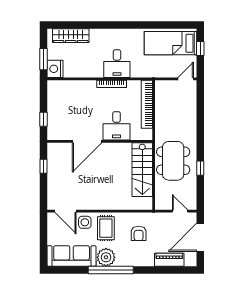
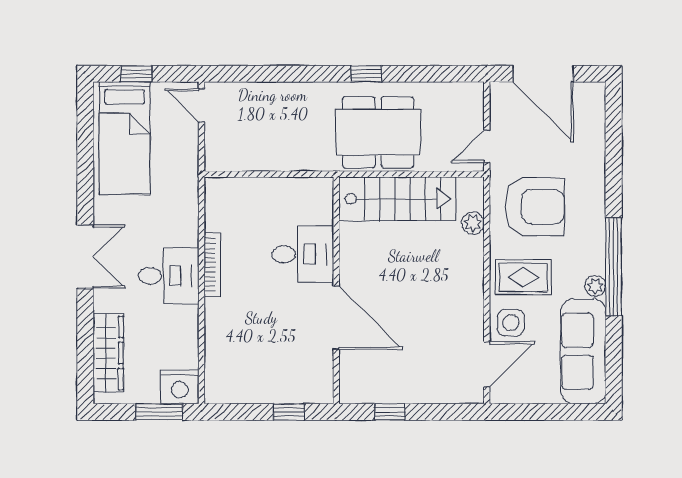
double door: (115, 25) -> (85, 257), added
desk: (117, 64) -> (169, 276), moved
bookcase: (147, 104) -> (256, 189), removed
window: (200, 168) -> (366, 74), moved
plant: (131, 205) -> (473, 223), added
door: (180, 211) -> (487, 146), moved
armchair: (139, 233) -> (535, 207), width x1.88, depth x1.88
plant: (106, 257) -> (595, 286), width x0.53, depth x0.53
piano: (169, 260) -> (592, 140), removed

